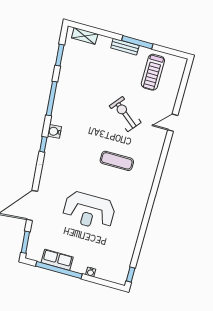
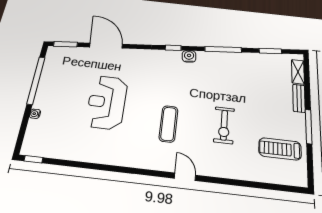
bench: (125, 47) -> (299, 98), moved
exercise bike: (125, 114) -> (224, 125), turned 141
door: (173, 123) -> (185, 177), moved
row of seats: (57, 260) -> (48, 77), removed

